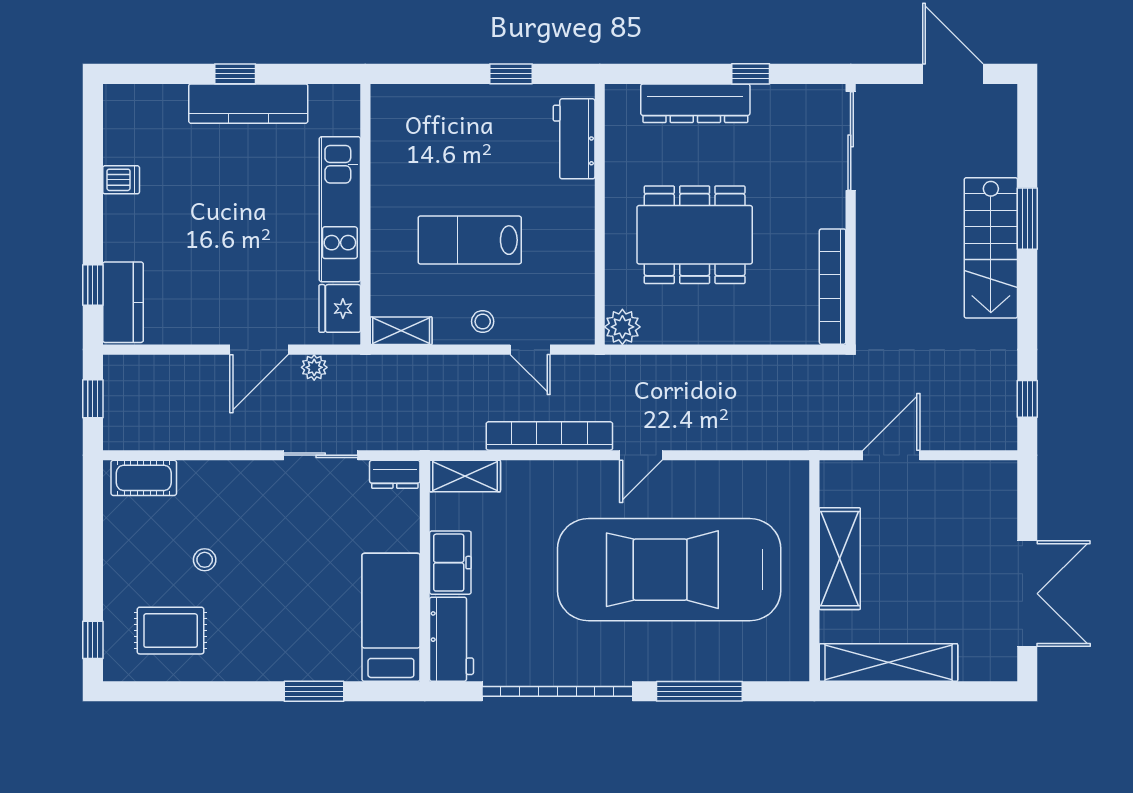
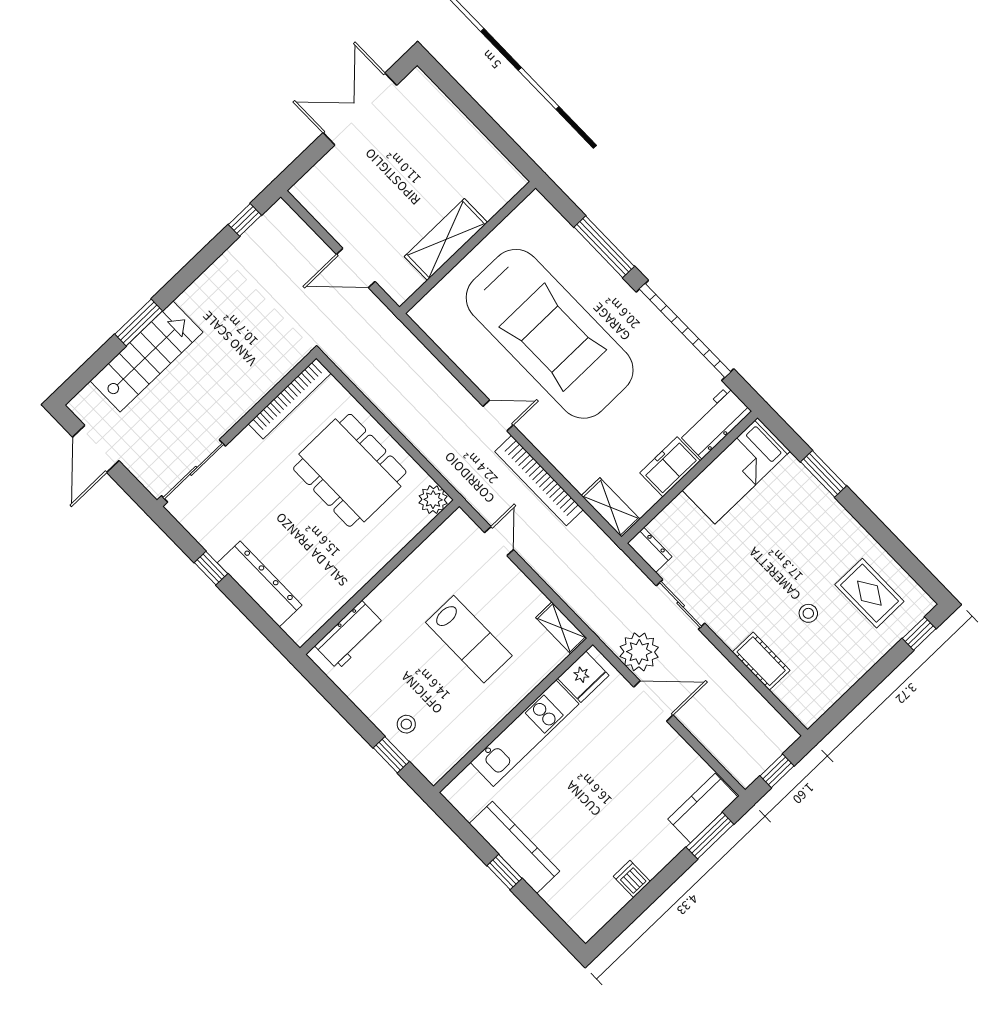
window: (511, 74) -> (391, 755), moved
dining table: (695, 235) -> (350, 470), moved
stairs: (991, 248) -> (146, 356), moved
window: (93, 285) -> (710, 836), width x1.50
stool: (483, 321) -> (406, 724), moved
plant: (314, 367) -> (639, 652), width x1.88, depth x1.88
cot: (144, 478) -> (761, 661), moved
shelving: (889, 663) -> (479, 152), removed

